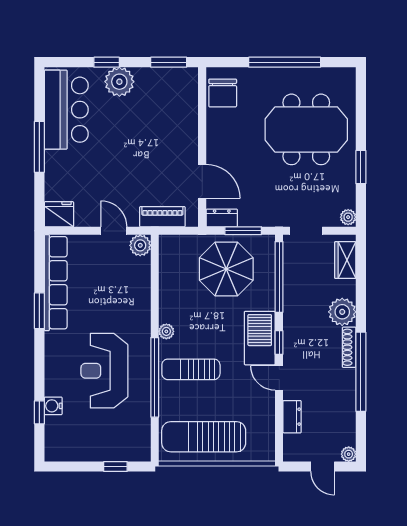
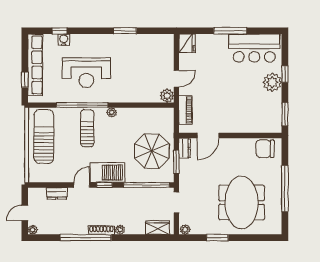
row of seats: (56, 283) -> (35, 65), moved, turned -90
plant: (342, 312) -> (120, 230), width x0.53, depth x0.53
reception desk: (104, 371) -> (86, 73), turned 180

